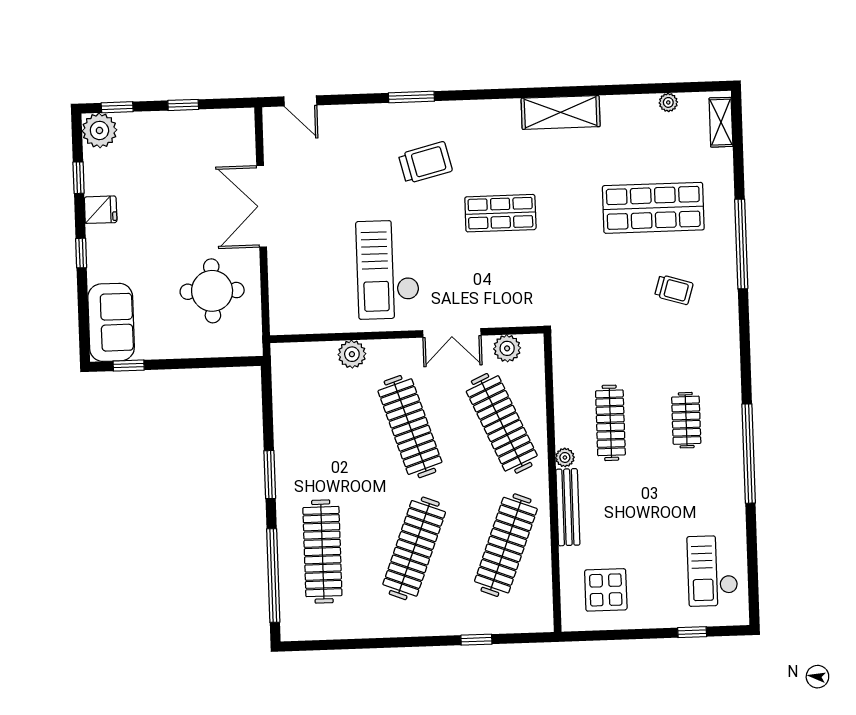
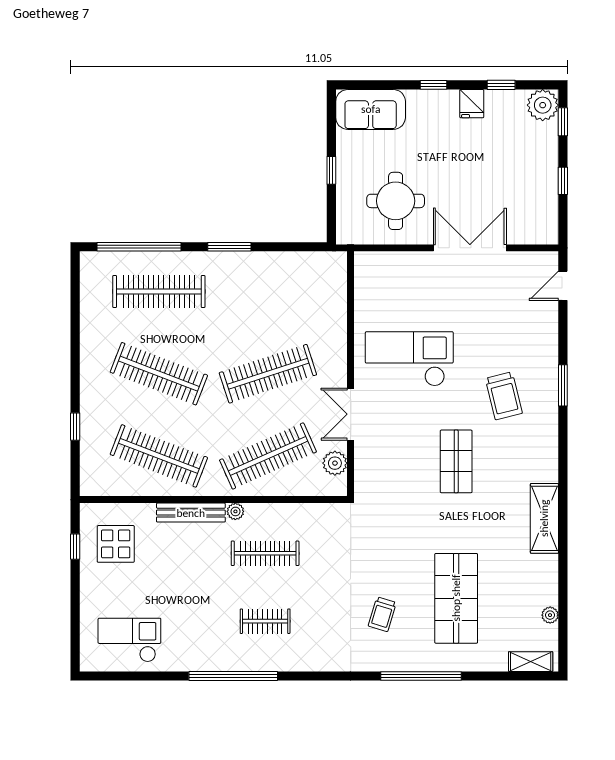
plant: (352, 354) -> (335, 324), removed
window: (129, 366) -> (331, 170), moved
window: (692, 632) -> (75, 547), moved

